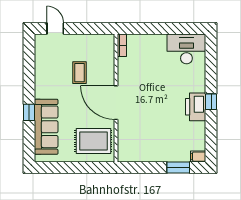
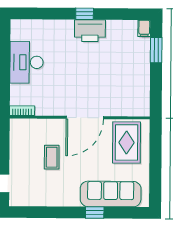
desk: (186, 49) -> (26, 62), moved
coffee table: (79, 73) -> (52, 157), turned 90

